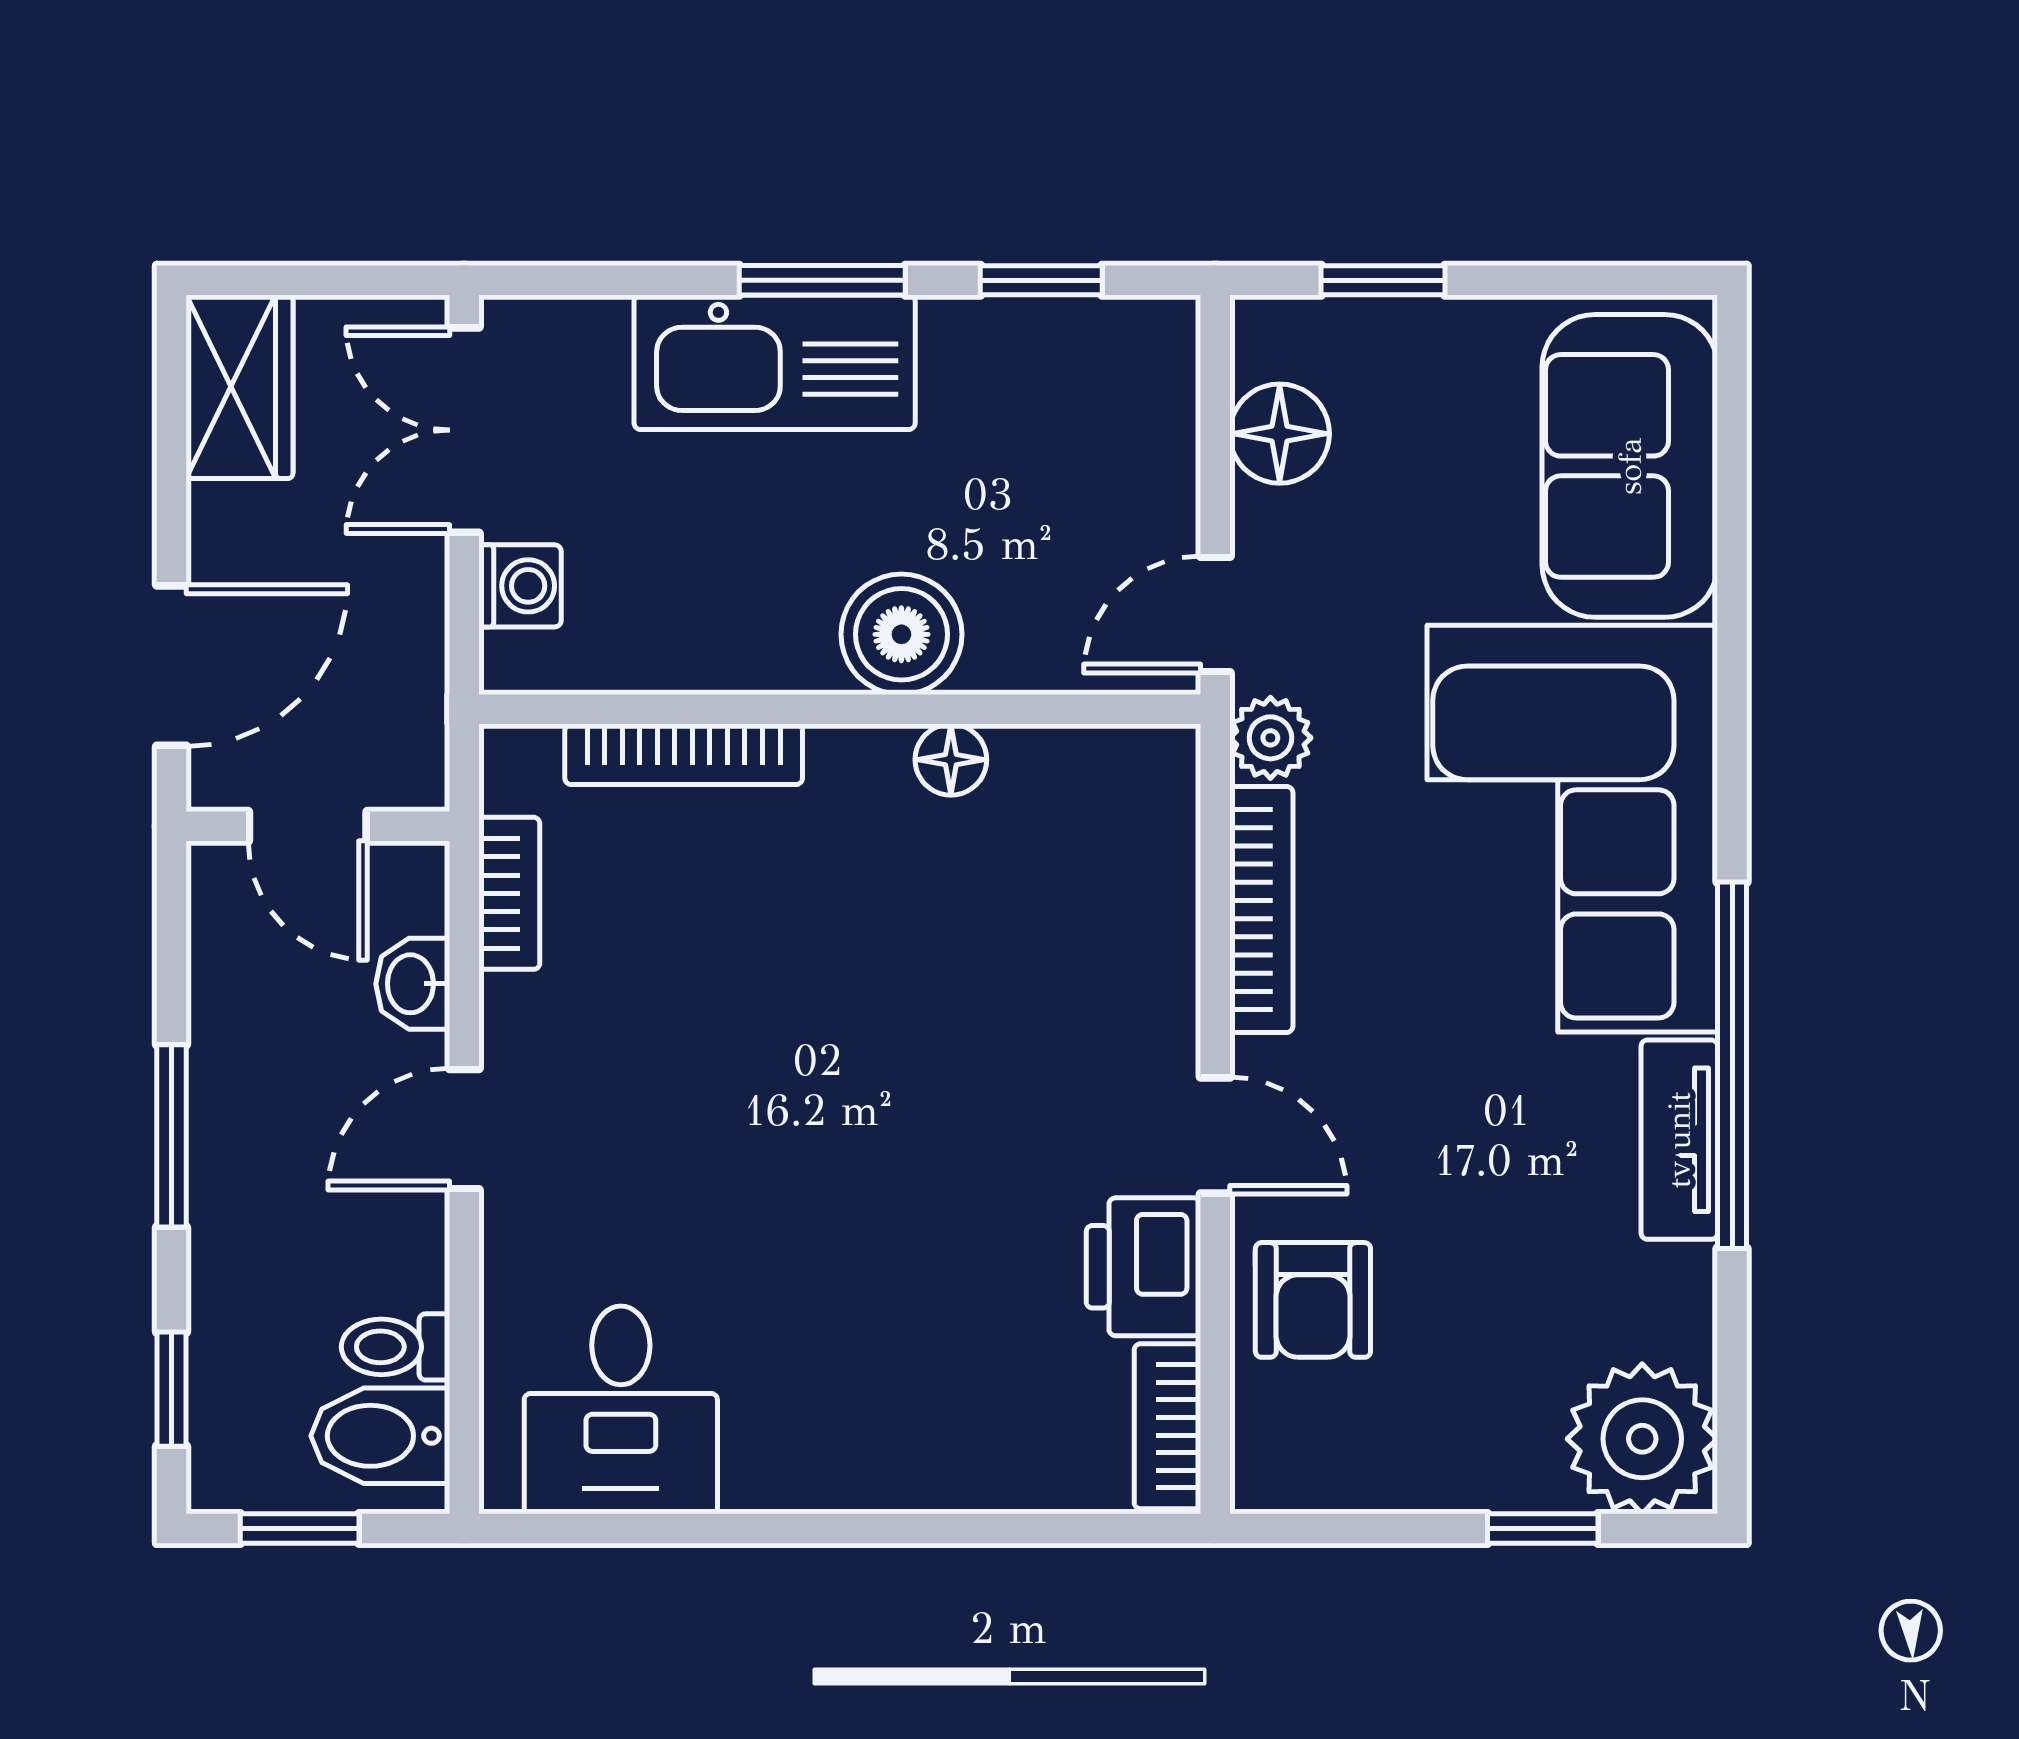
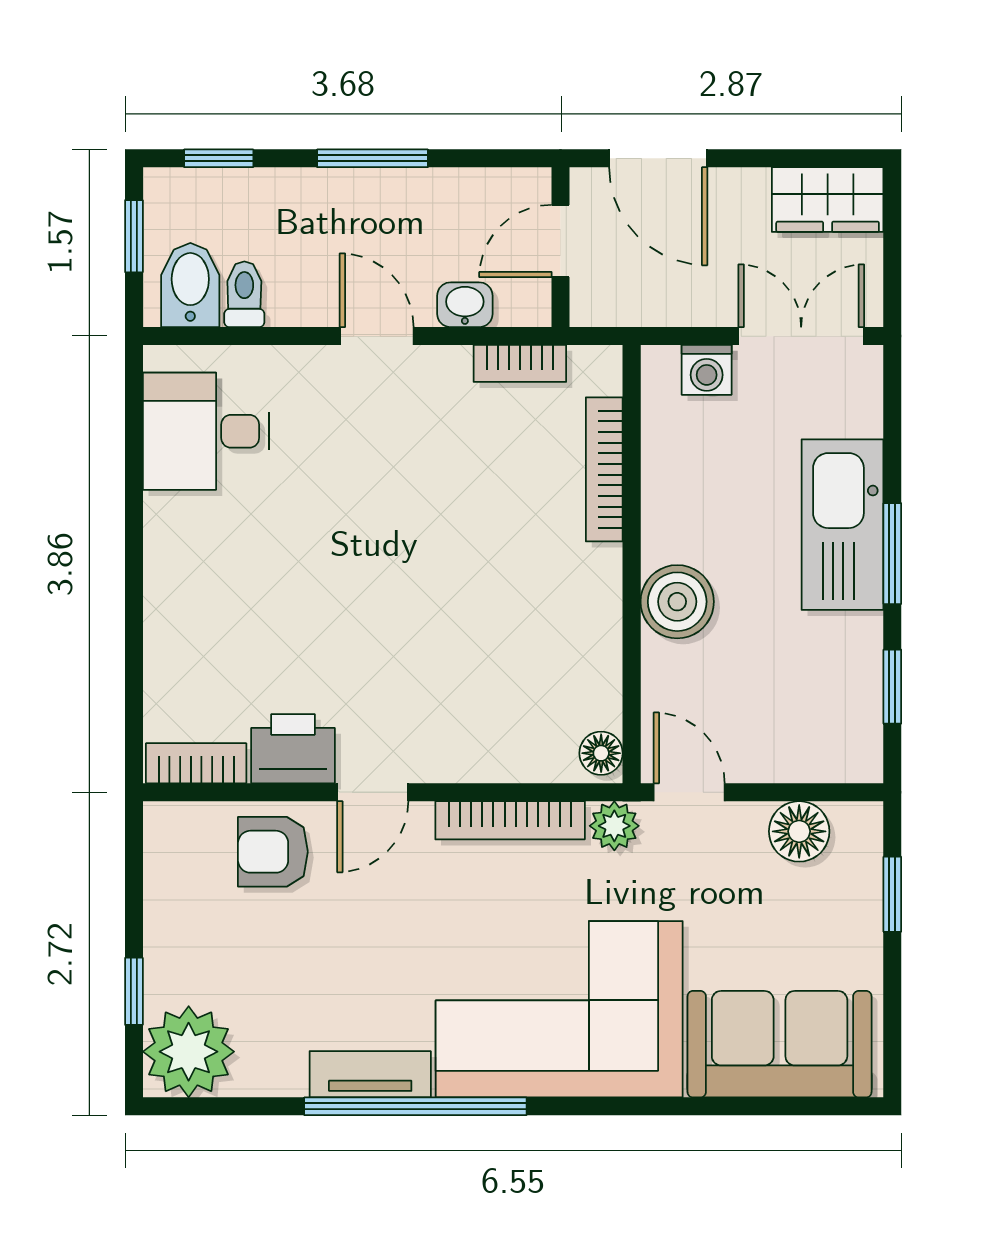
floor lamp: (951, 760) -> (601, 753), moved

